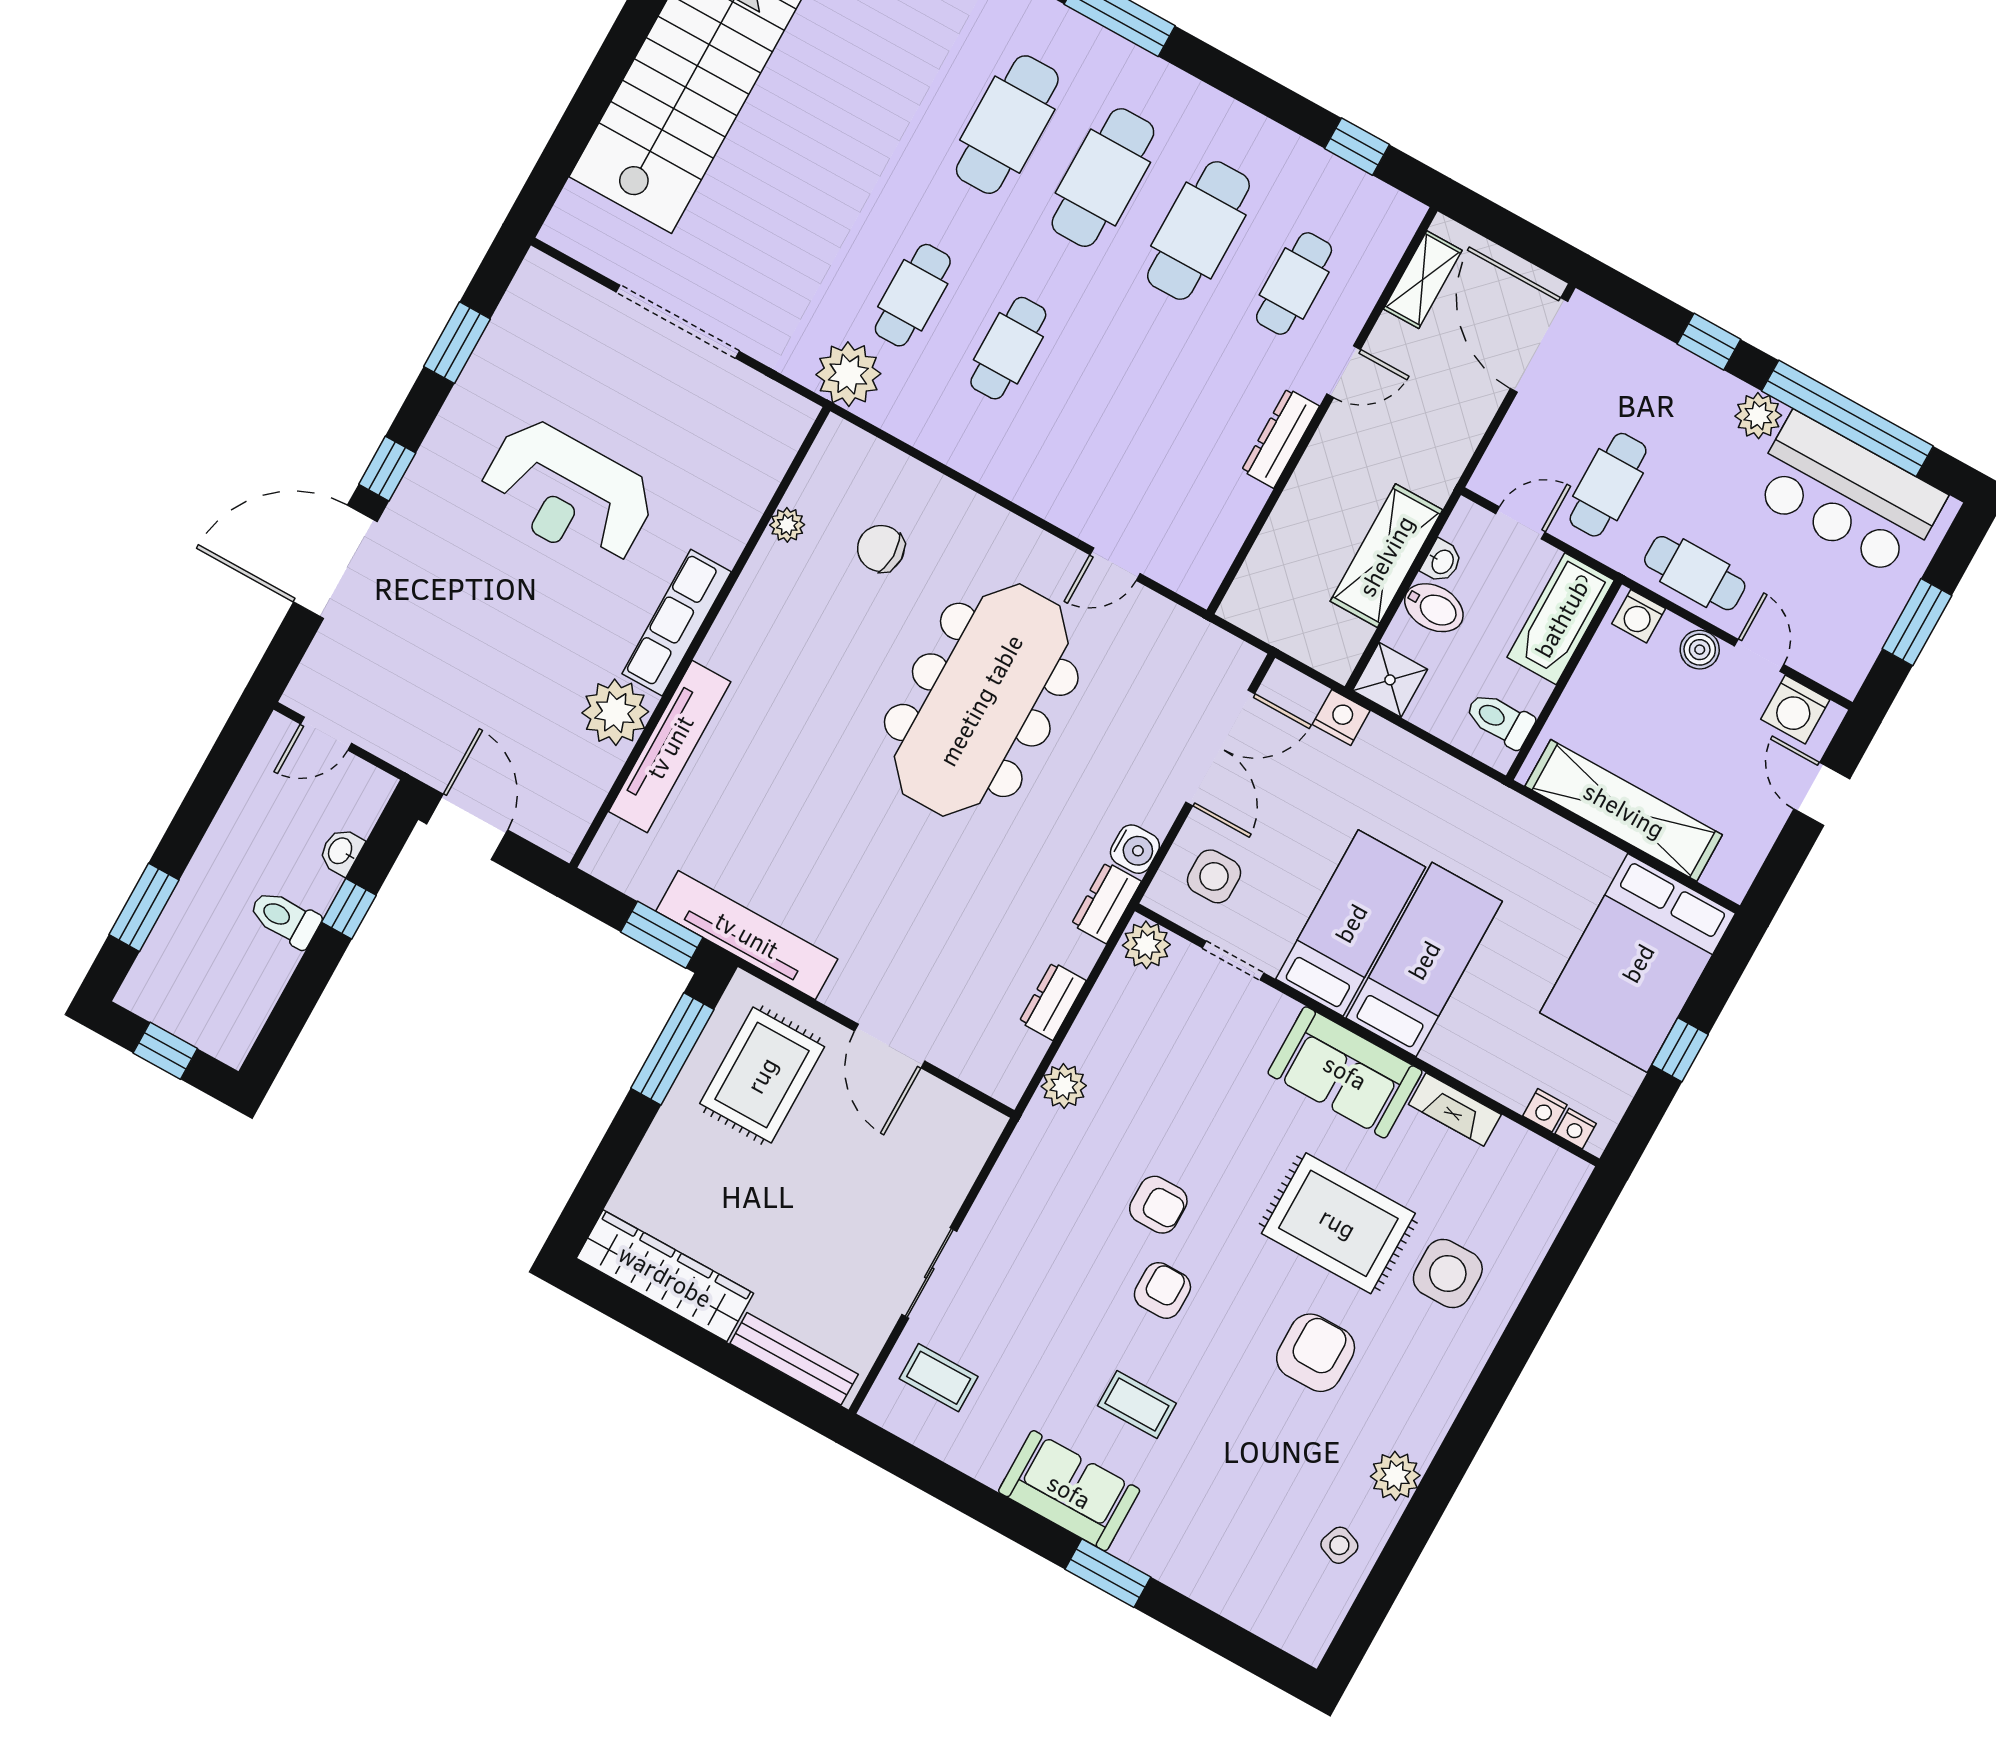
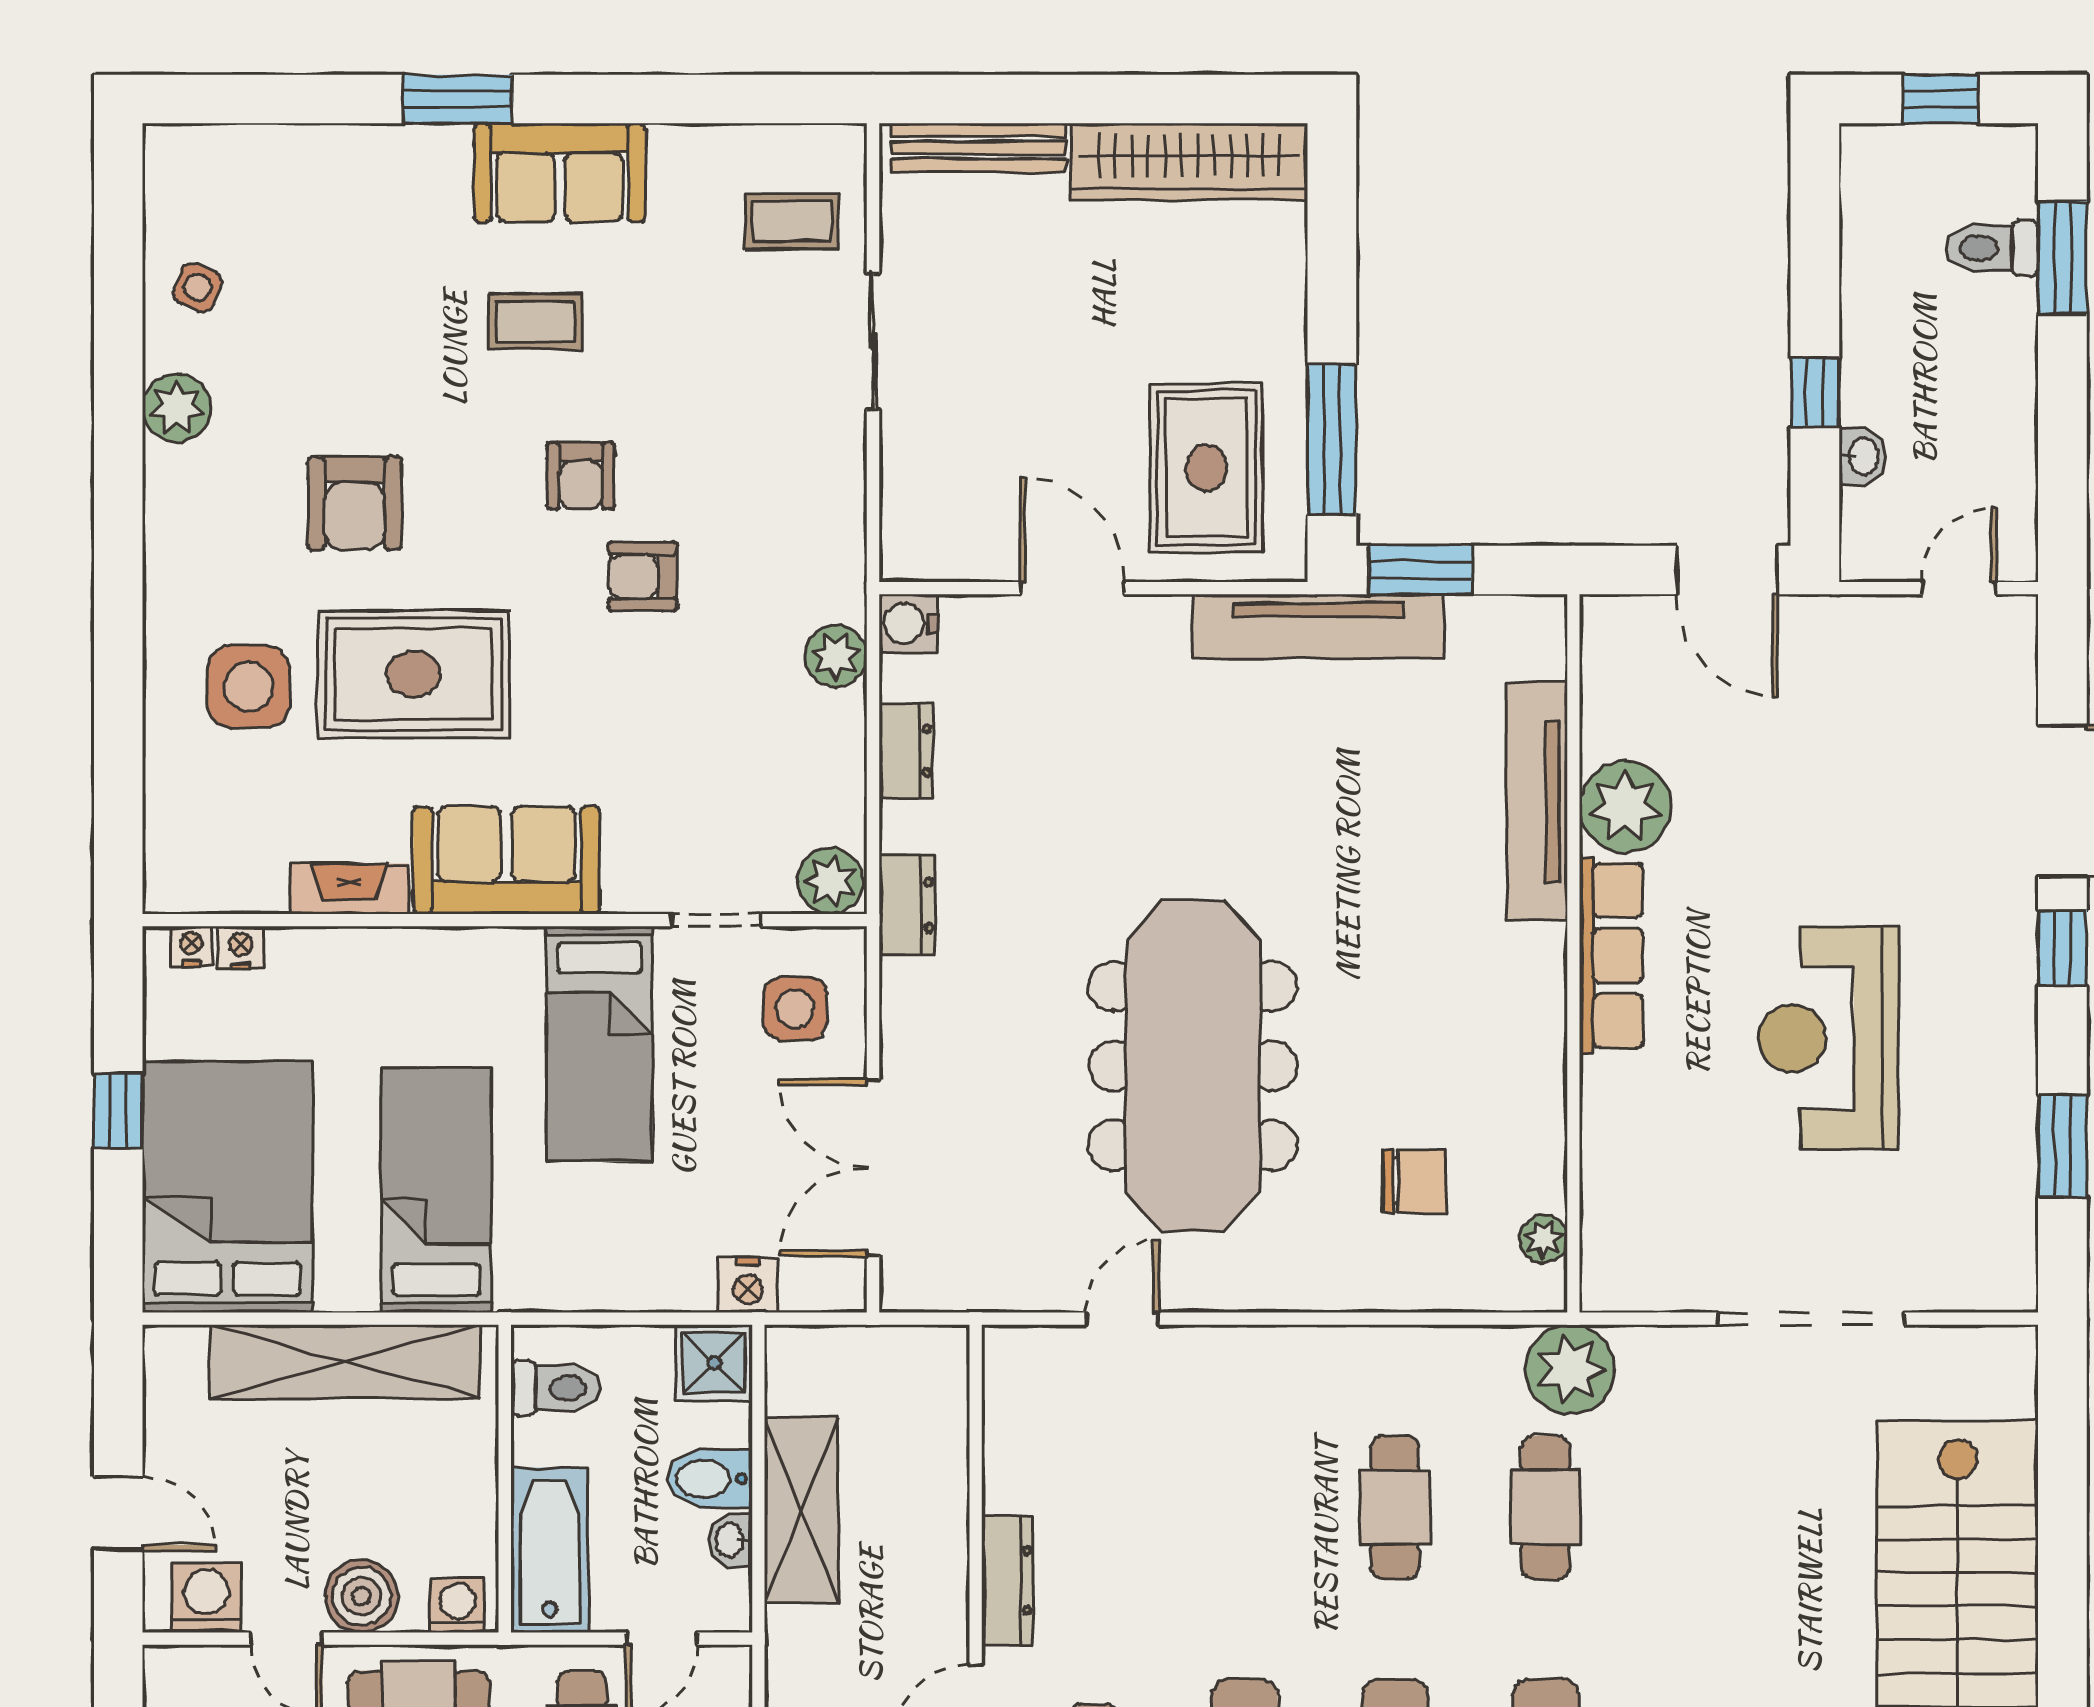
reception desk: (567, 494) -> (1829, 1038), turned -90
plant: (787, 525) -> (1543, 1239), moved
boiler: (1700, 650) -> (362, 1596), width x1.36, depth x1.36
water cooler: (1135, 849) -> (908, 623), moved
toilet: (285, 919) -> (1992, 248), moved, turned 180
bed: (1424, 960) -> (436, 1190), moved, turned 180

